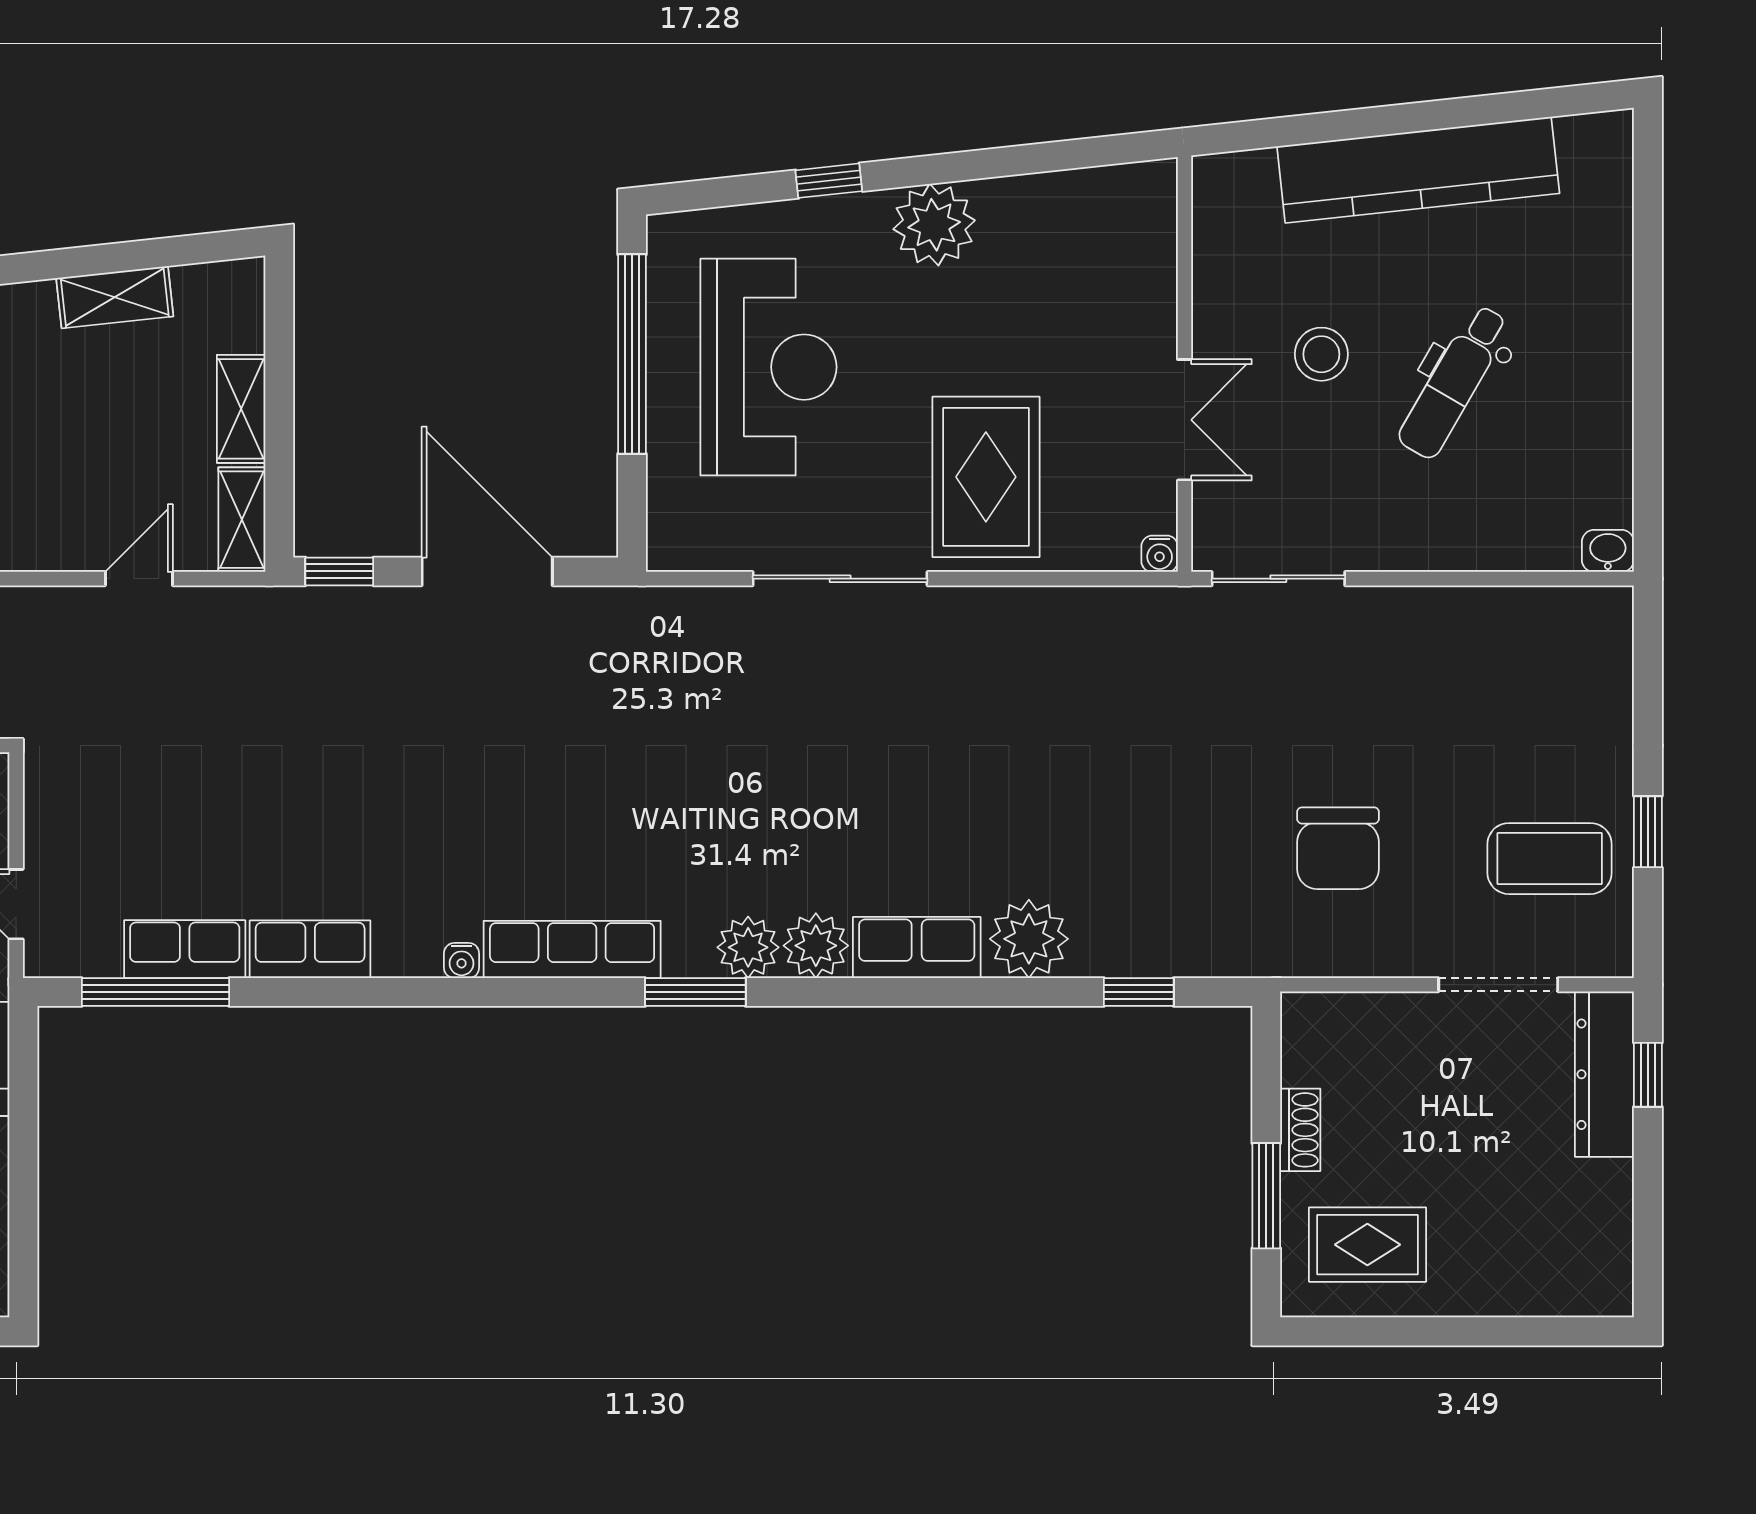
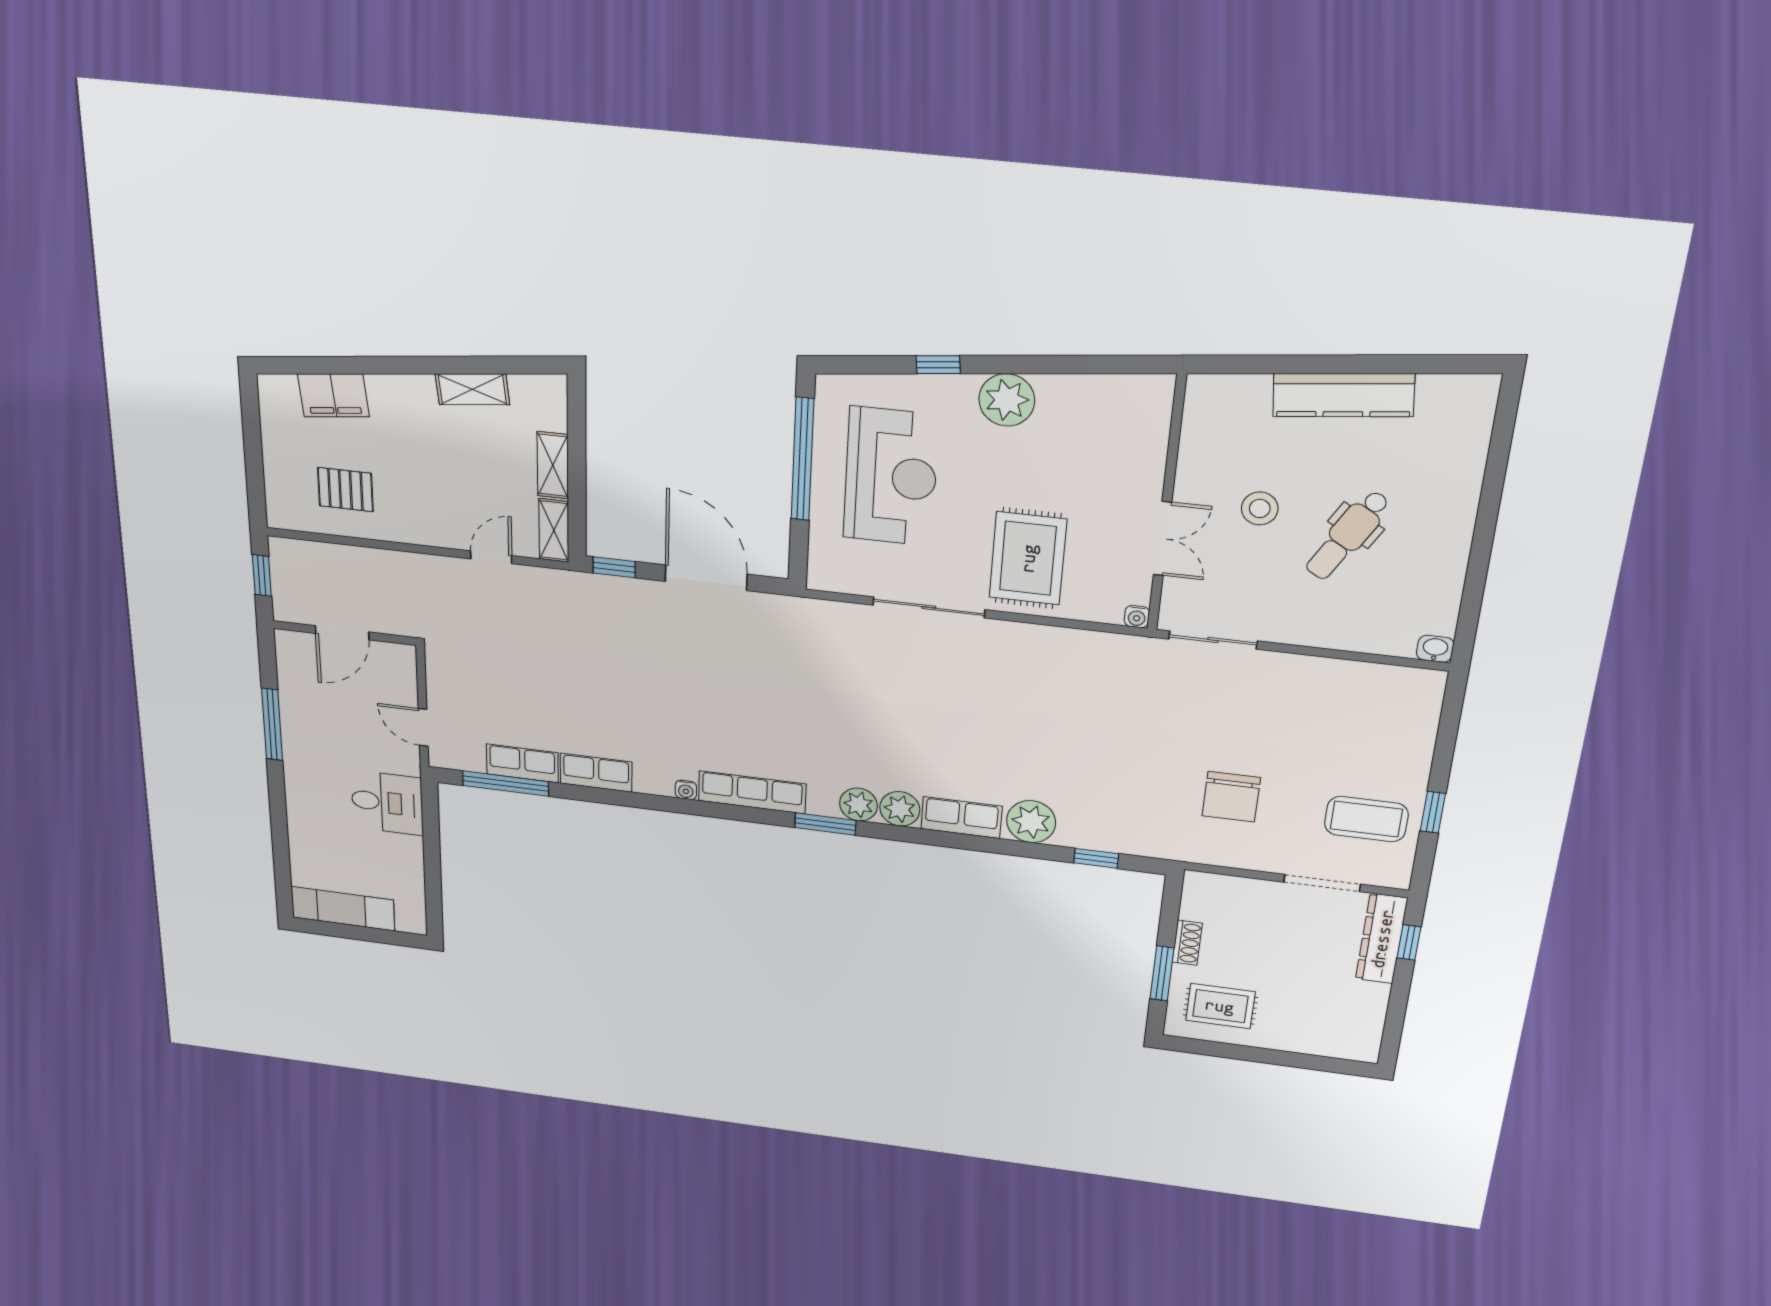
kitchen counter: (1418, 170) -> (1343, 395), width x0.72, depth x0.86

